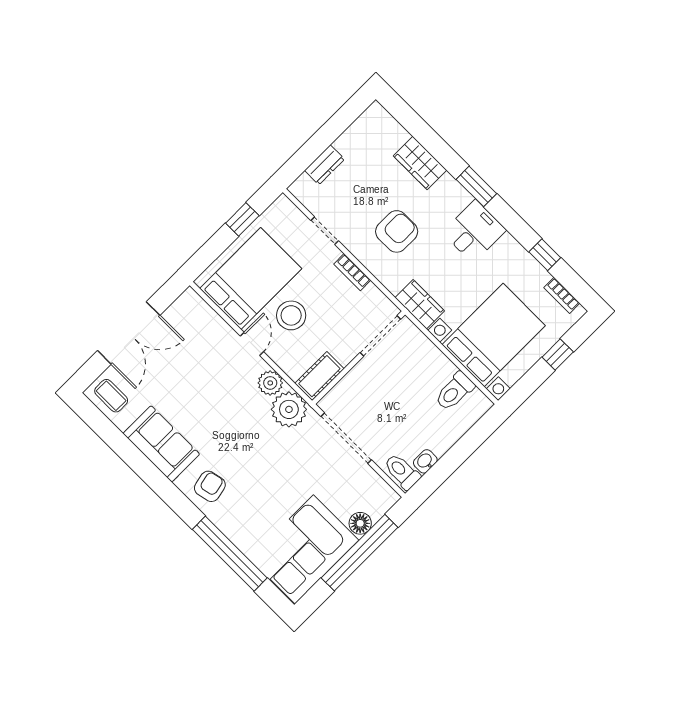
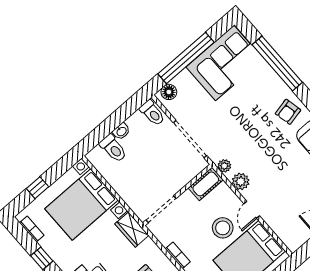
toilet: (455, 391) -> (113, 148), moved, turned 90
plant: (289, 409) -> (224, 166), width x0.53, depth x0.53
washbasin: (425, 461) -> (121, 131), moved
floor lamp: (360, 523) -> (169, 92), moved

